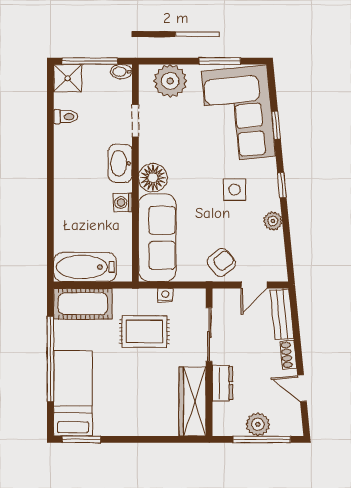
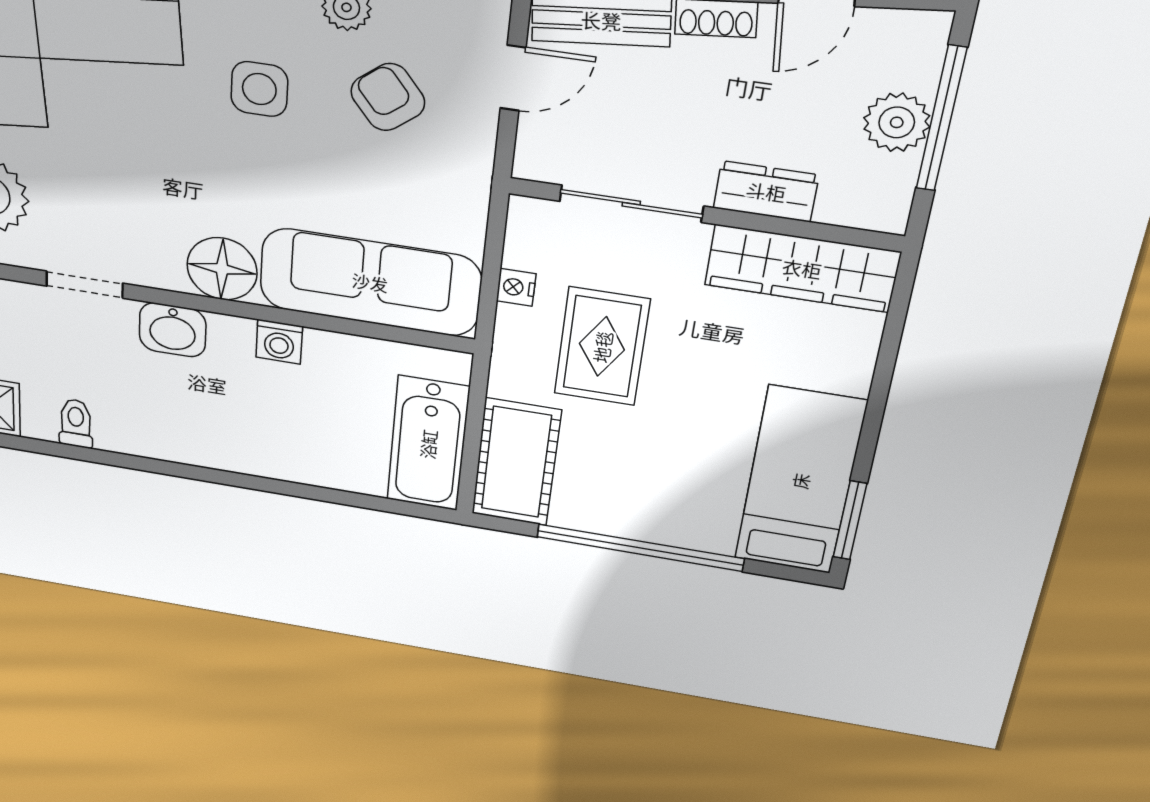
washbasin: (120, 163) -> (173, 330), width x0.72
armchair: (221, 262) -> (388, 97), moved
door: (254, 285) -> (513, 78), hinge flipped
bed: (73, 393) -> (800, 481), moved, turned 90

